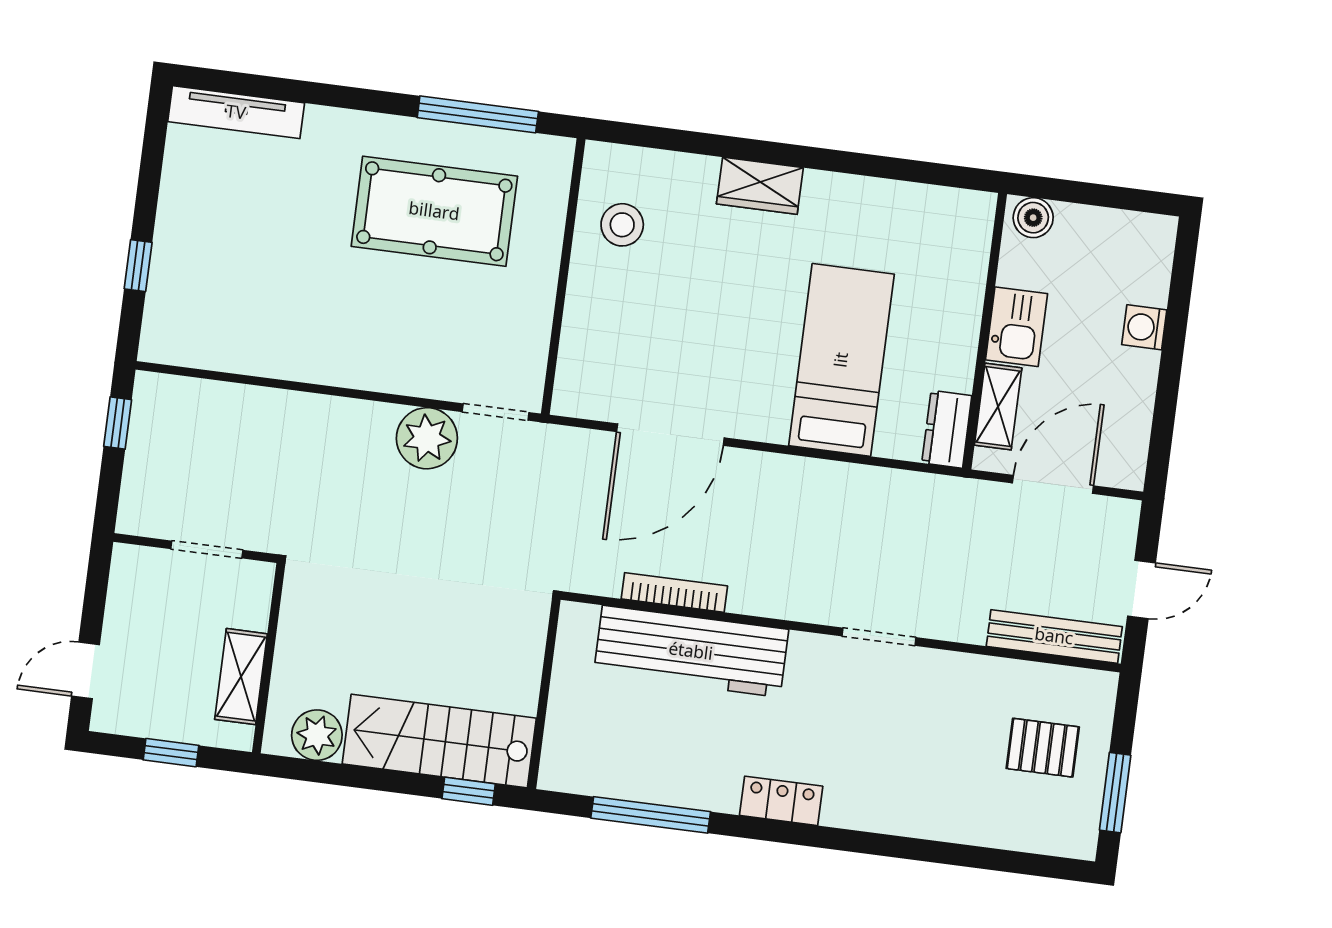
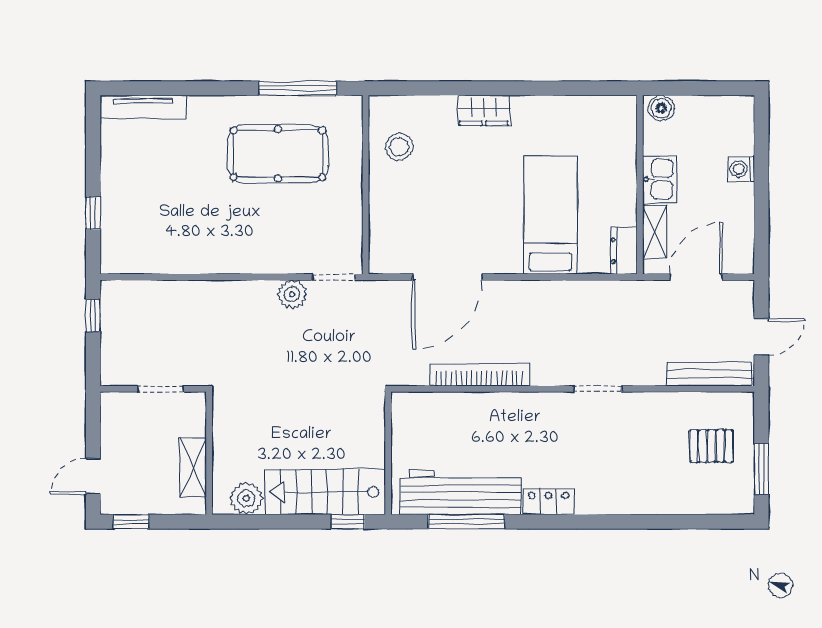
plant: (427, 438) -> (292, 294), width x0.73, depth x0.73
bookcase: (674, 592) -> (479, 375), width x1.48, depth x1.31
workbench: (691, 651) -> (460, 493), moved, turned 180
window: (171, 753) -> (131, 522), moved

